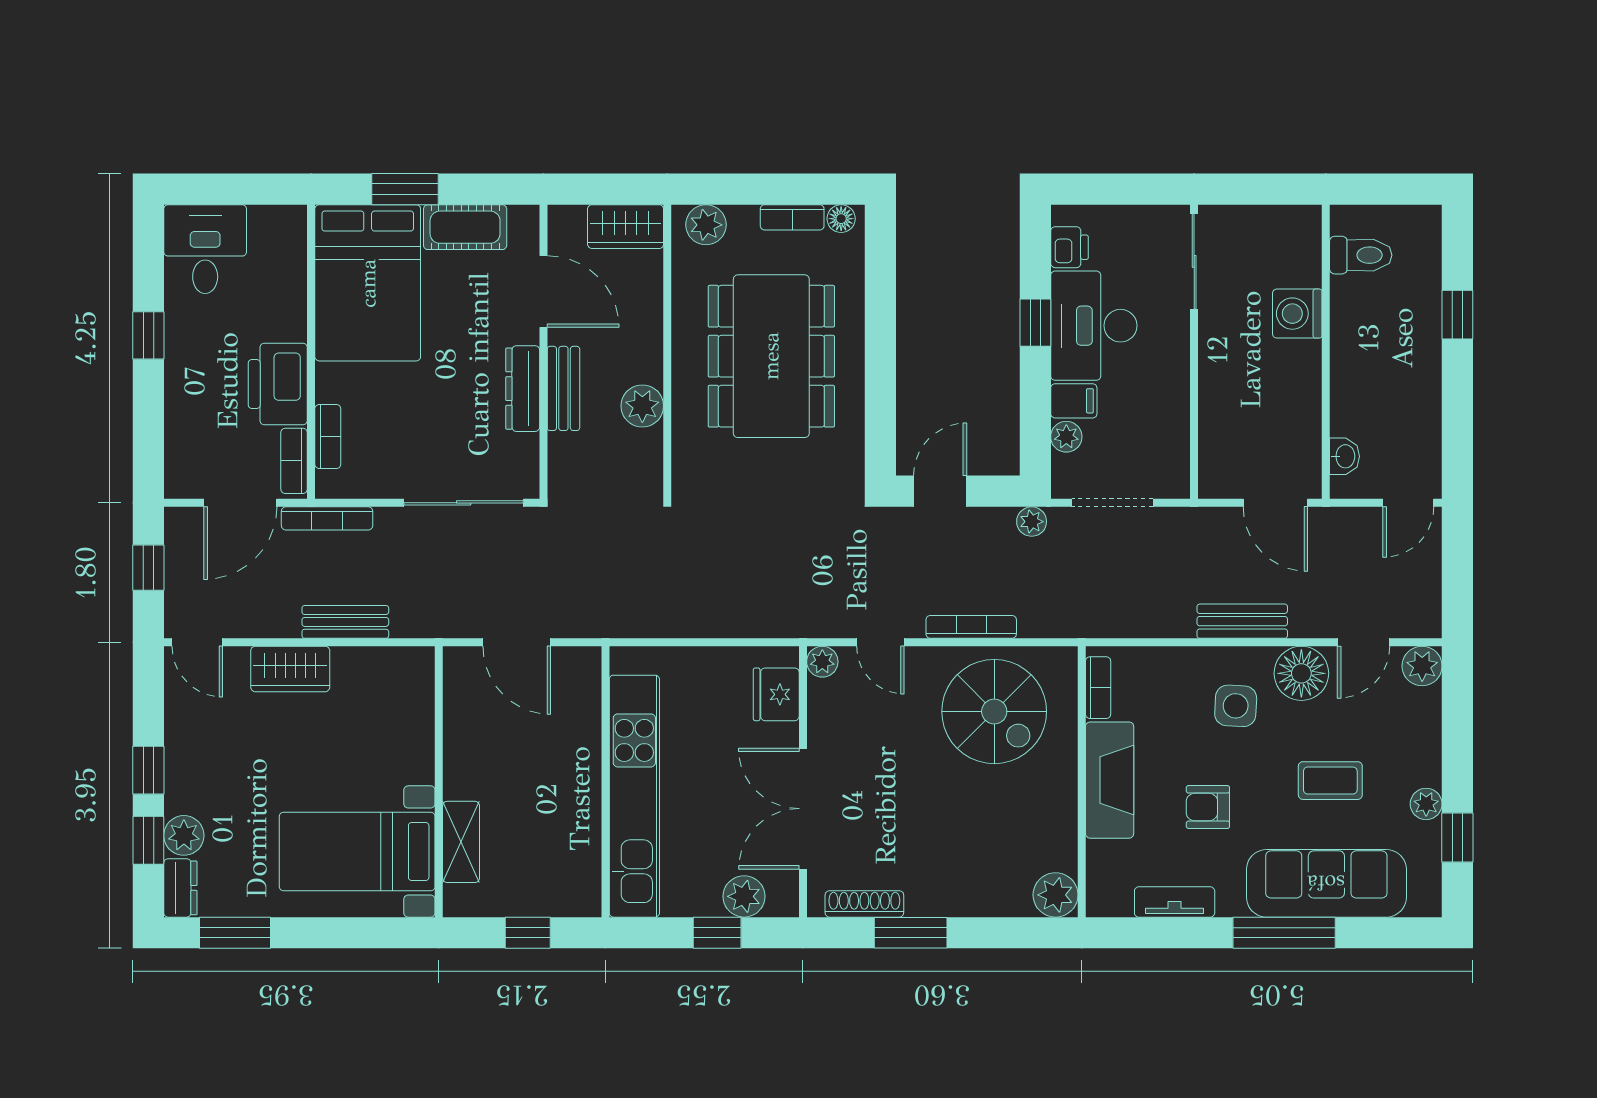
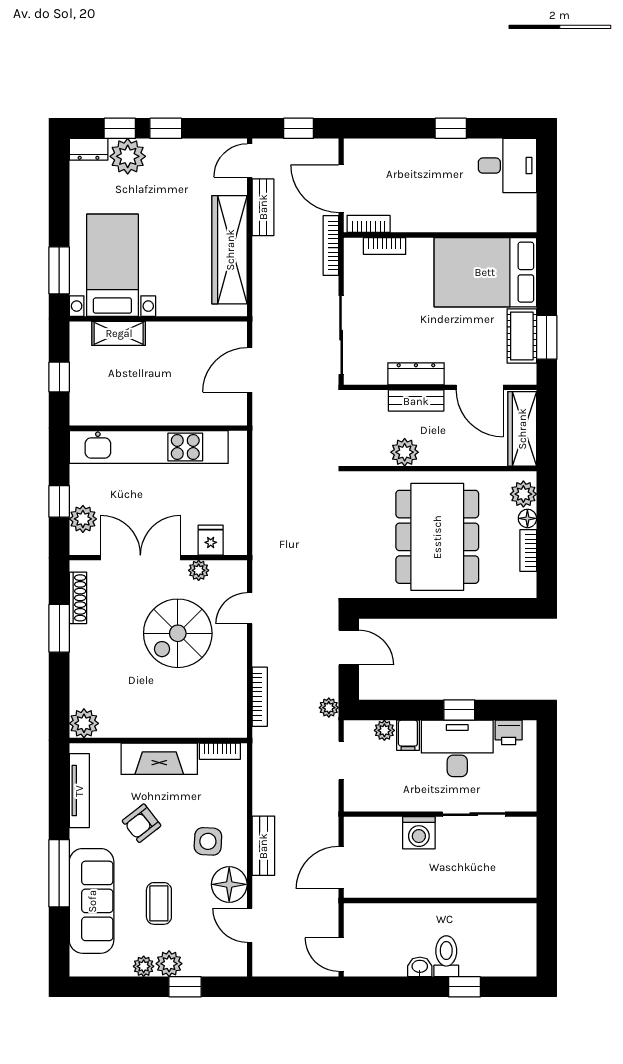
window: (405, 189) -> (547, 337), moved
floor lamp: (841, 219) -> (527, 518), moved
wardrobe: (626, 227) -> (522, 429), width x1.50
toilet: (1361, 255) -> (446, 956), moved, turned 180
sliding door: (1194, 261) -> (474, 814), moved
door: (543, 292) -> (480, 387), hinge flipped
washing machine: (1297, 314) -> (419, 833), moved, turned 180
dining table: (771, 356) -> (437, 537), turned 90
printer: (278, 384) -> (419, 213), removed
washbasin: (1345, 456) -> (420, 967), moved, turned 180
doorway: (1112, 503) -> (341, 761), width x0.73
bench: (345, 622) -> (263, 207), moved
bookcase: (971, 627) -> (260, 697), moved
plant: (822, 662) -> (199, 570), moved
plant: (1422, 666) -> (169, 964), moved
wardrobe: (290, 669) -> (230, 250), width x2.10, depth x1.17
fridge: (776, 694) -> (211, 540), width x0.72
spiral stairs: (994, 712) -> (178, 633), moved
armchair: (1208, 807) -> (142, 823), turned -128
plant: (184, 835) -> (128, 156), width x1.36, depth x1.36
window: (1457, 838) -> (185, 987), moved
tv unit: (1175, 902) -> (79, 791), width x1.41
window: (235, 933) -> (59, 270), moved

